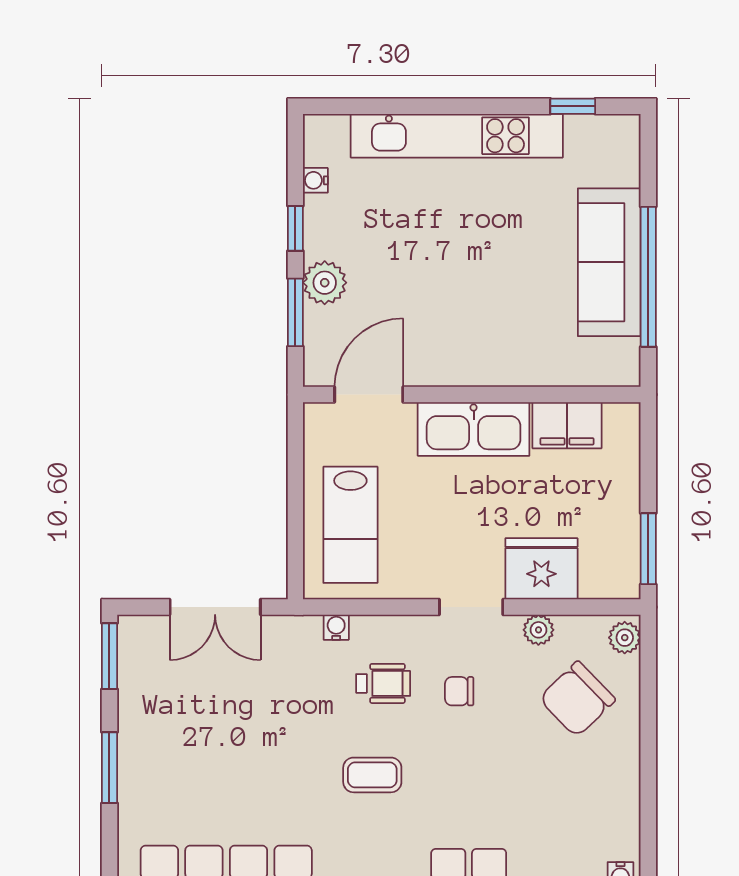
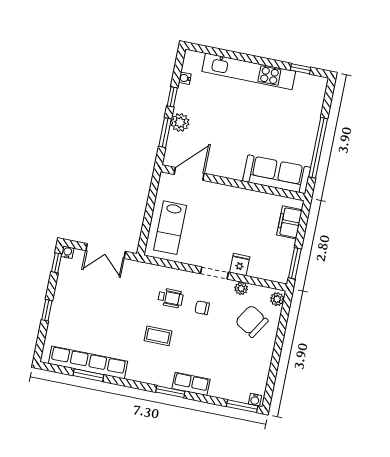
sofa: (609, 262) -> (277, 174), moved, turned 90
filing cabinet: (567, 425) -> (289, 222), moved, turned 90
kitchen sink: (474, 429) -> (231, 197), removed
fridge: (541, 569) -> (240, 265), width x0.53, depth x0.75
water cooler: (336, 627) -> (68, 252), moved
window: (109, 656) -> (56, 263), width x0.67
chair: (577, 699) -> (252, 321), turned 76
window: (109, 768) -> (47, 310), width x0.67

